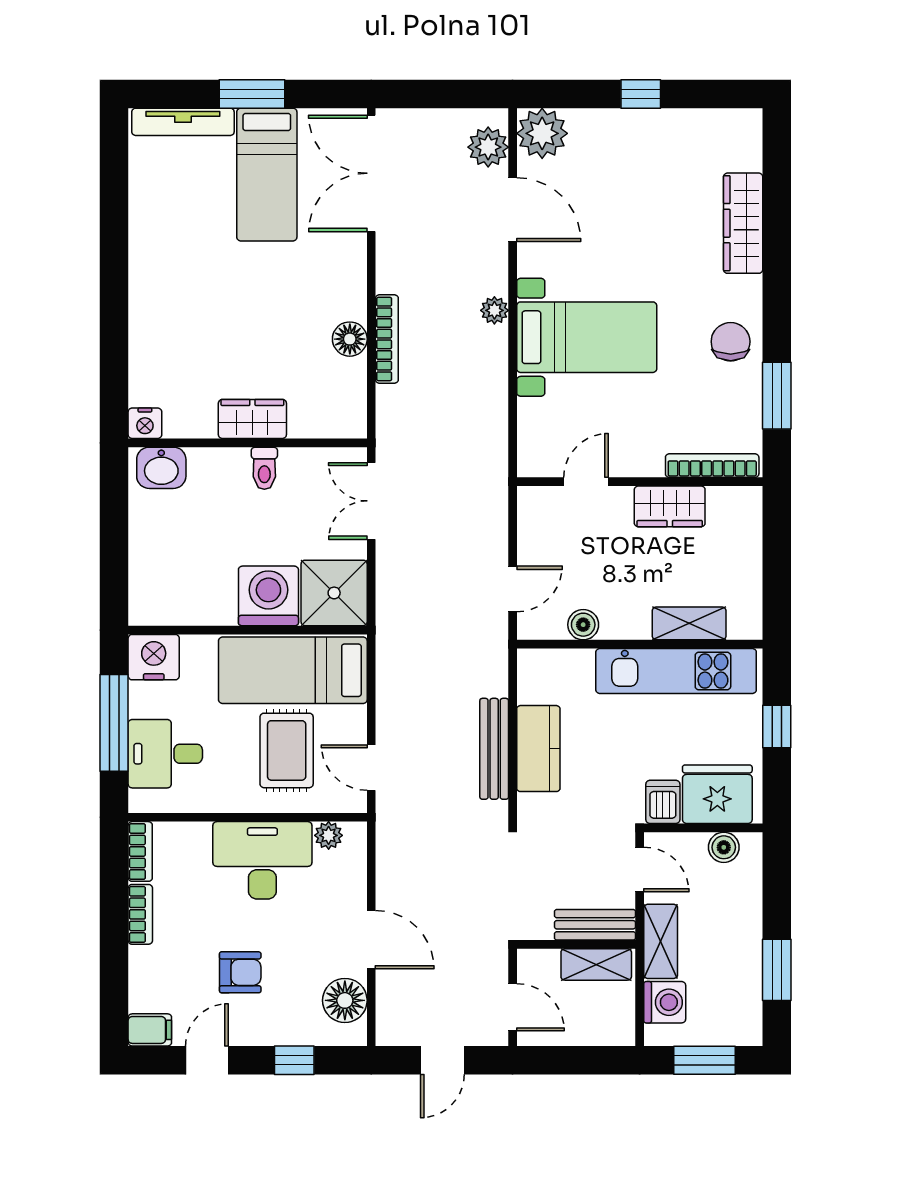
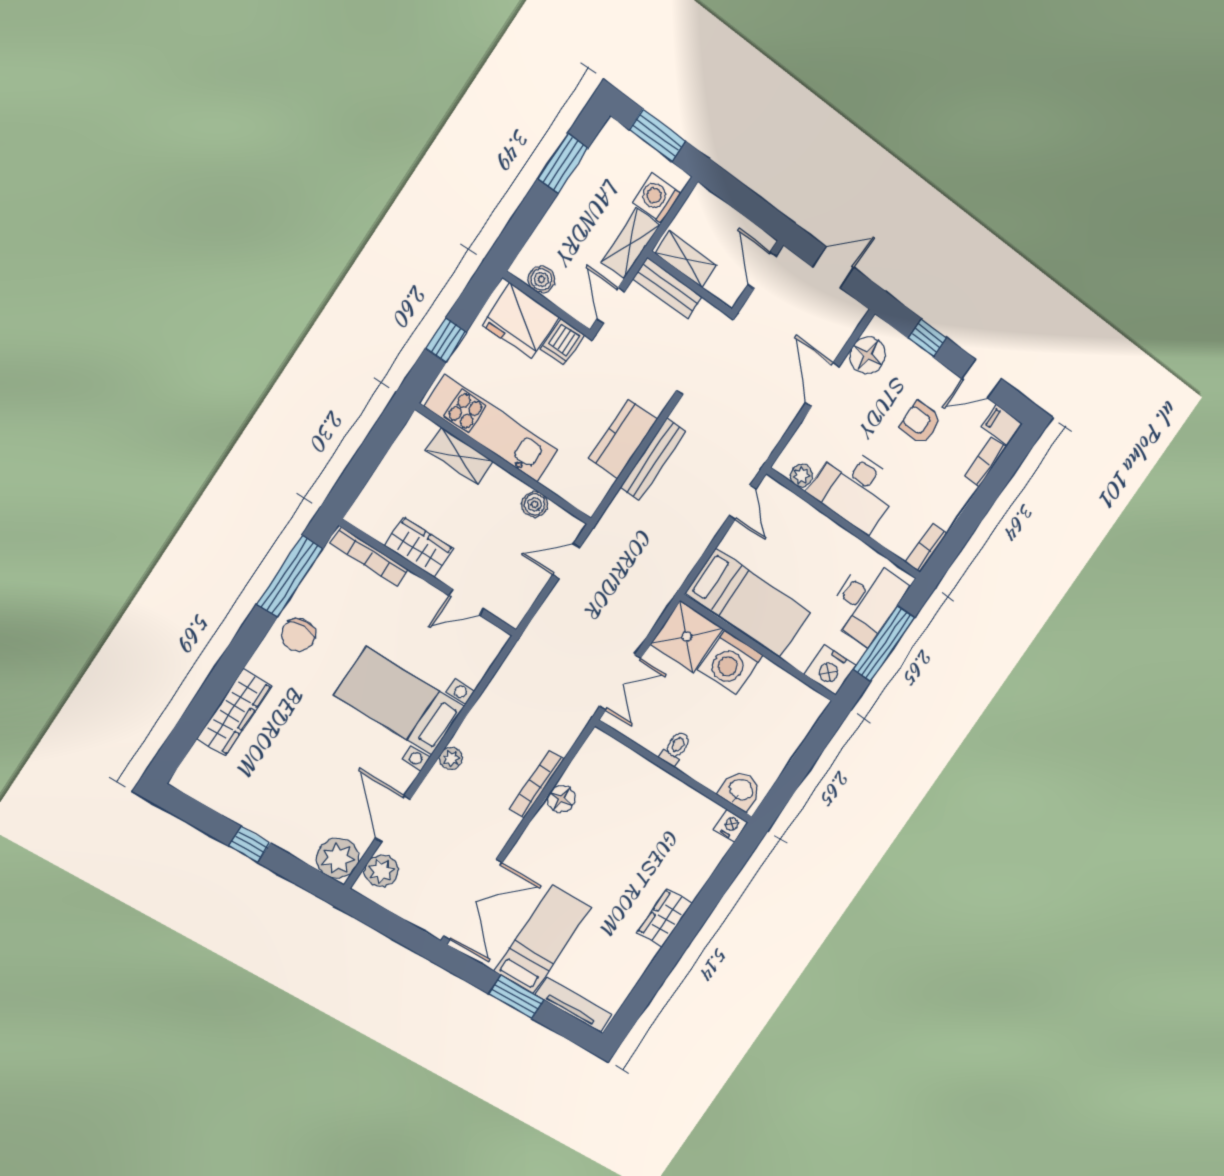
window: (777, 396) -> (290, 576), width x1.44
wardrobe: (252, 419) -> (665, 918), moved, turned 90
rug: (287, 750) -> (789, 551), removed
desk: (165, 754) -> (867, 602), width x1.37
bookcase: (140, 914) -> (985, 462), moved

